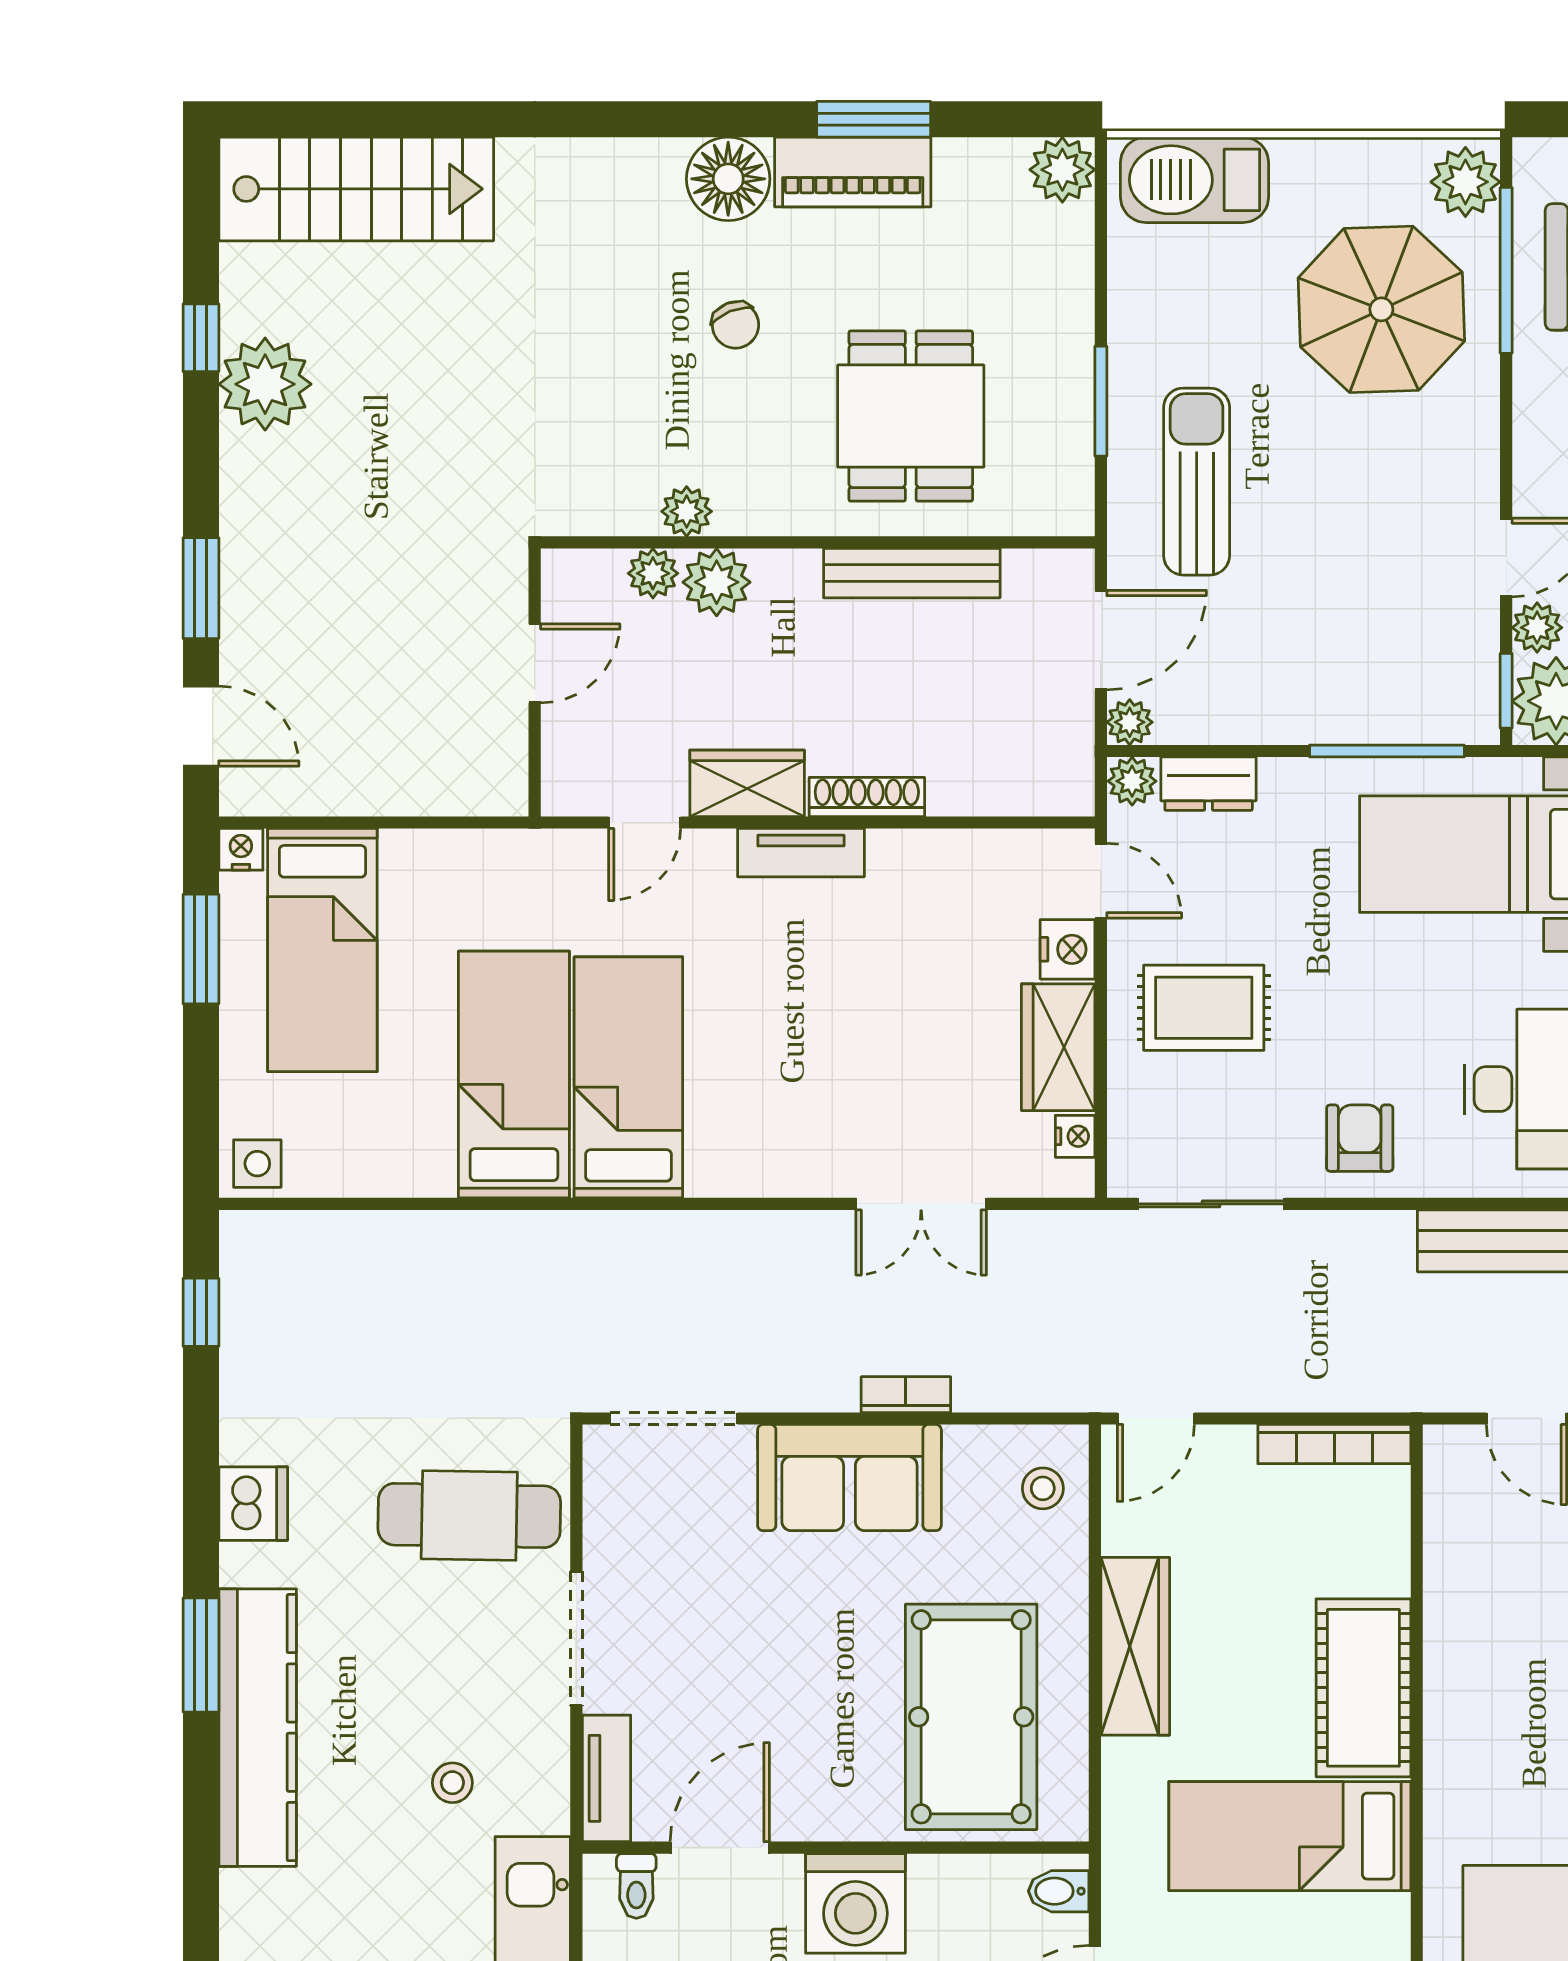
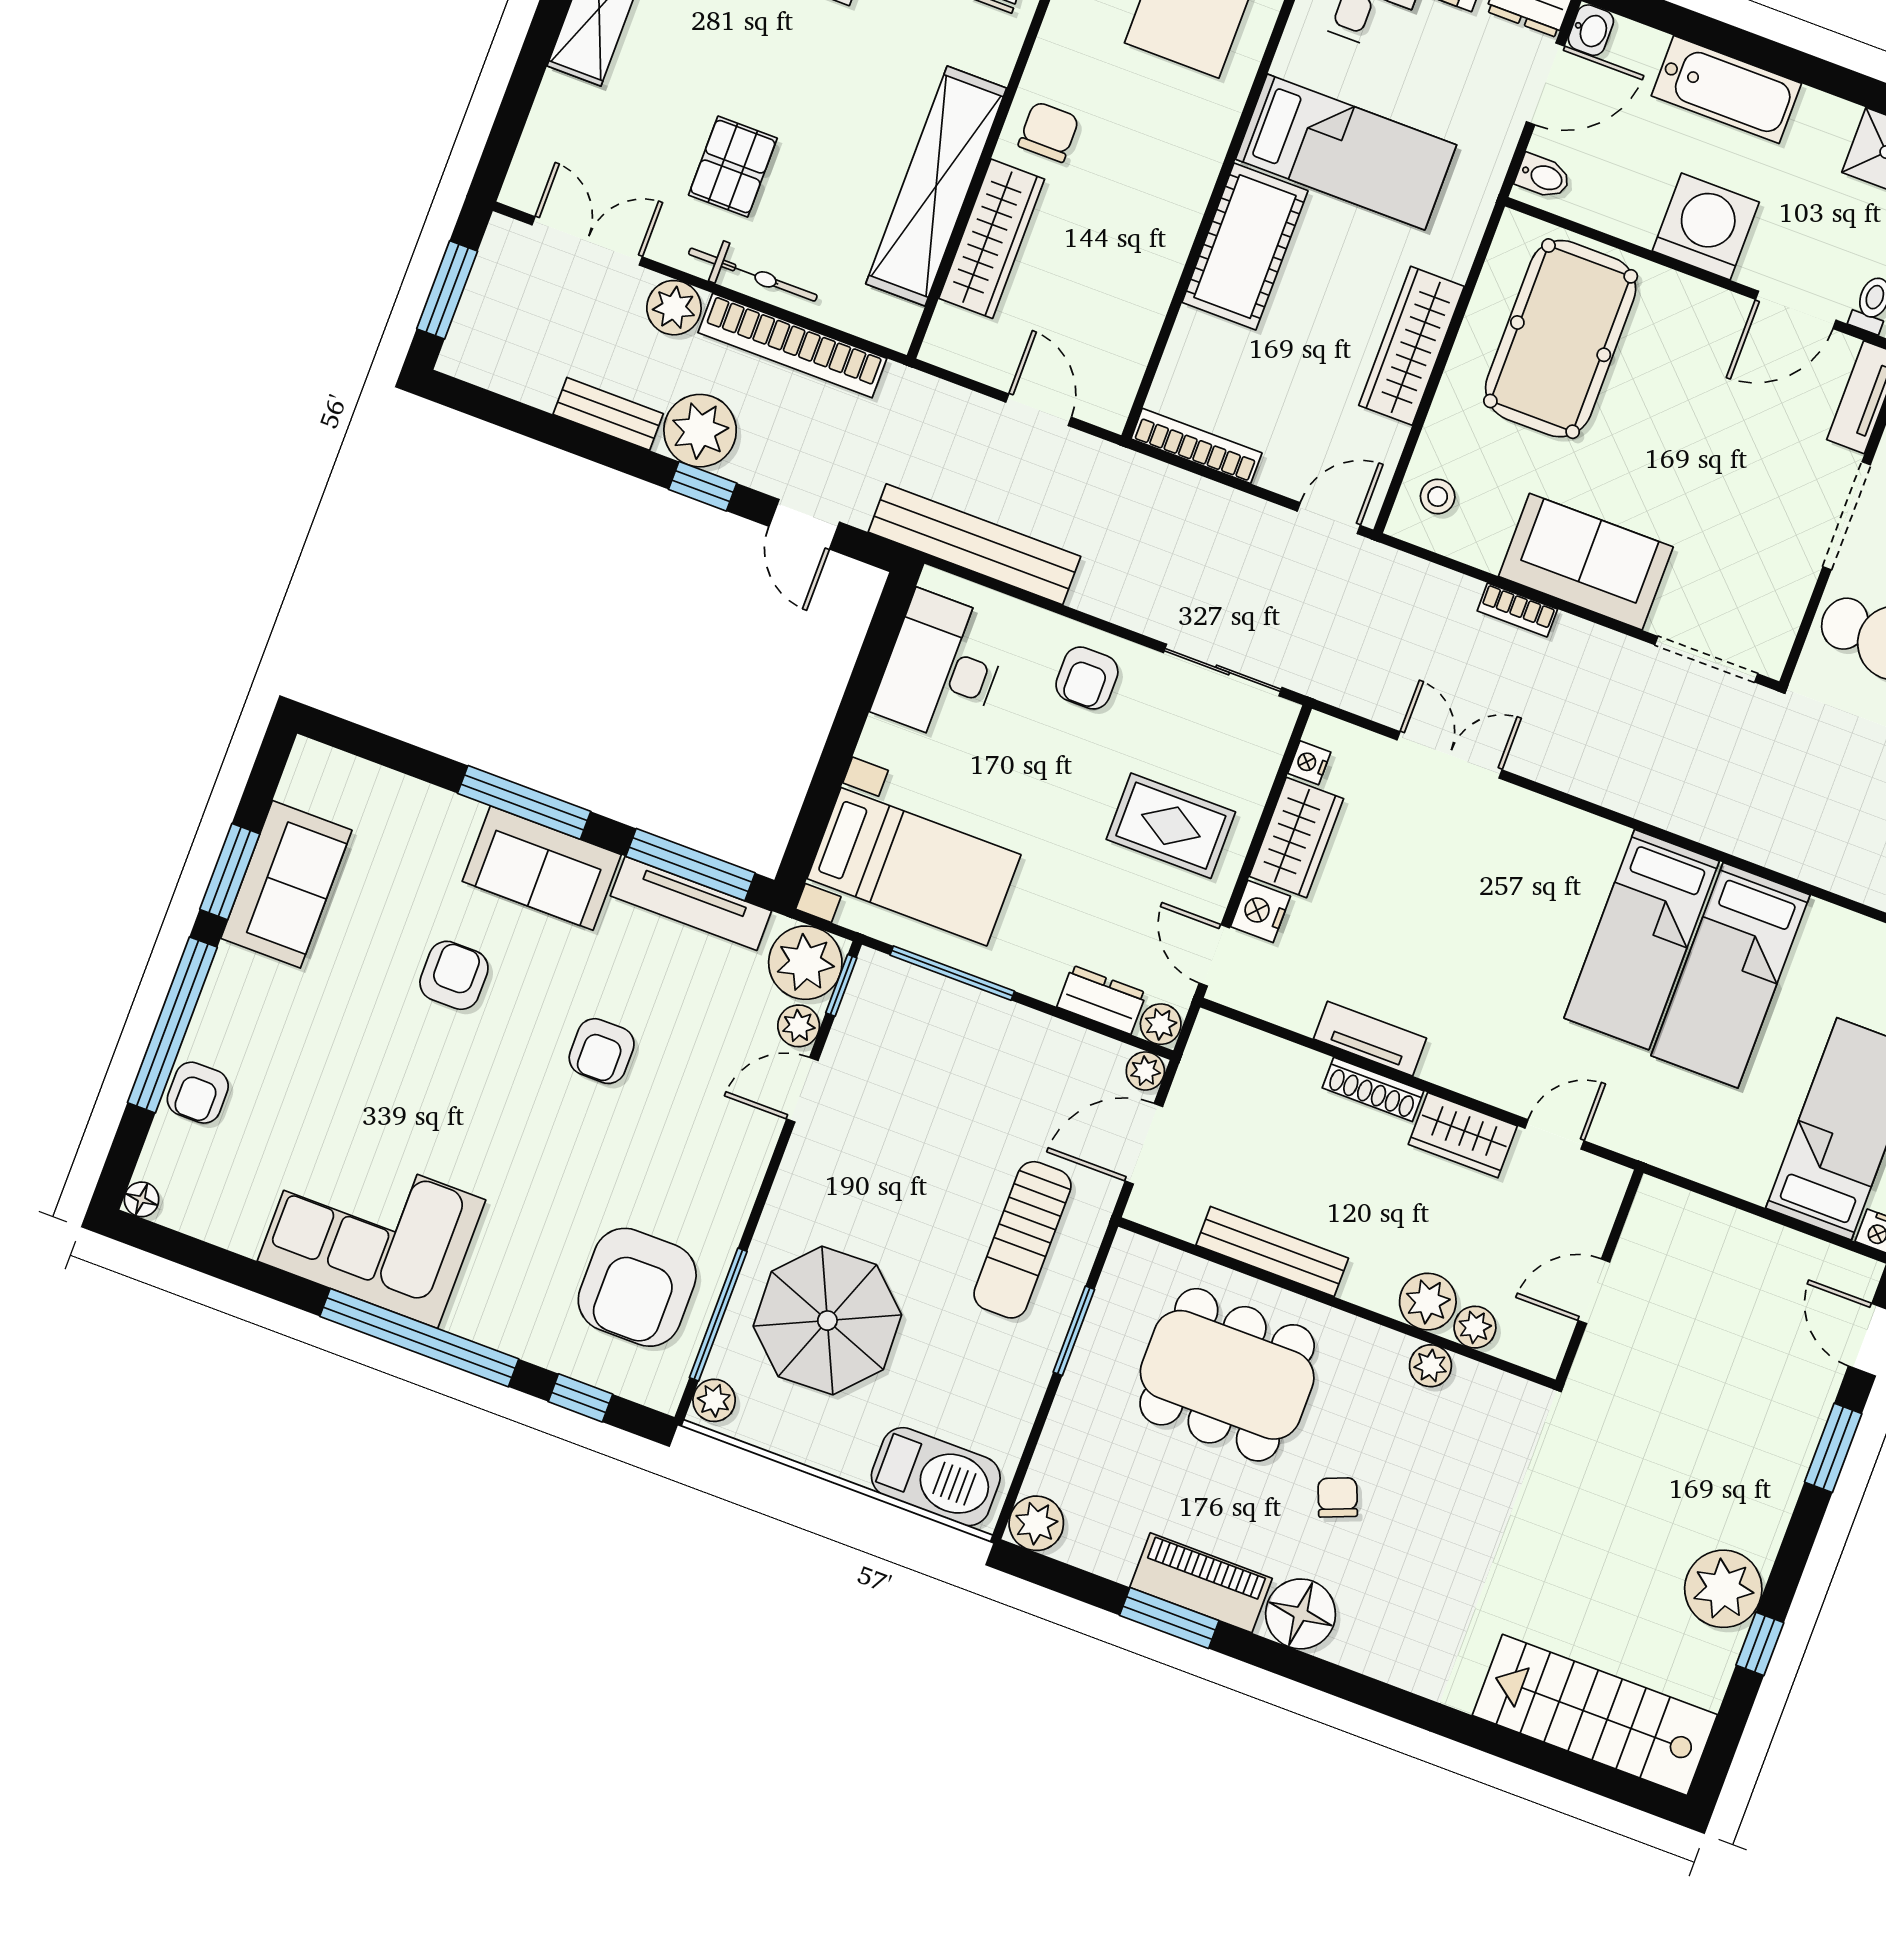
plant: (1465, 182) -> (714, 1400), width x0.73, depth x0.73
dining table: (911, 416) -> (1227, 1375), width x1.37
tv unit: (801, 853) -> (1370, 1039), moved

